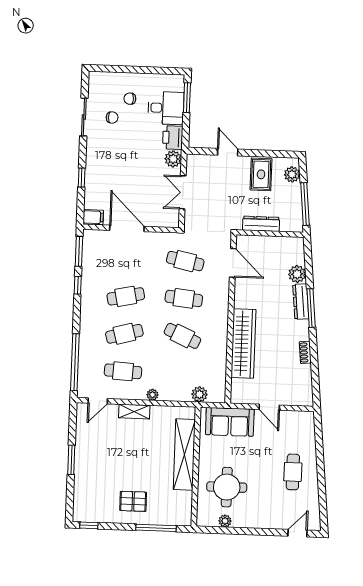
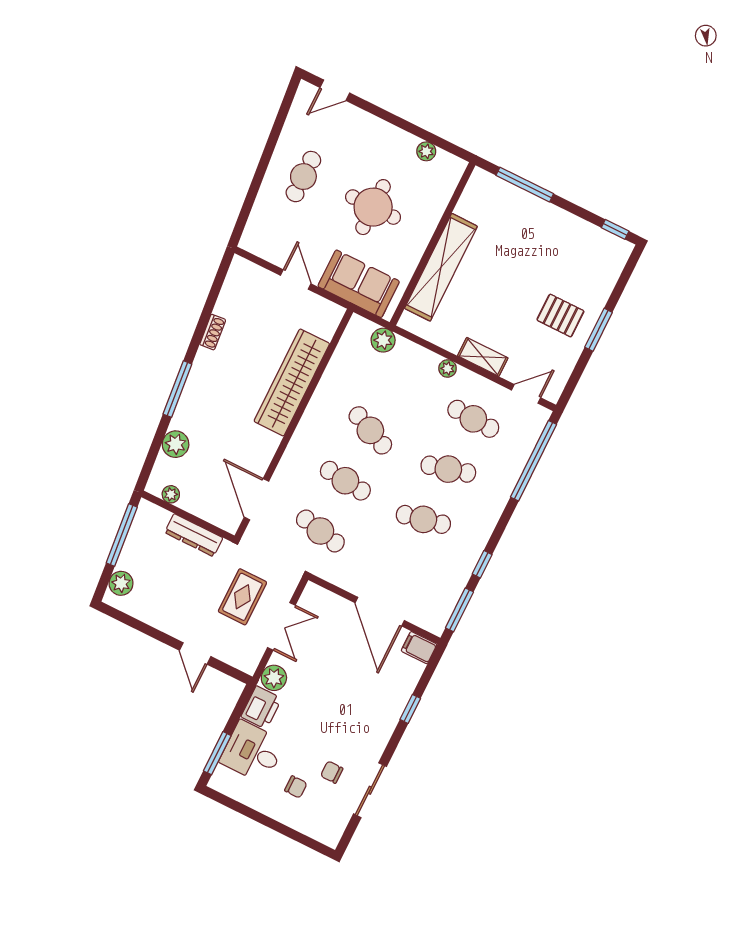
rug: (261, 174) -> (242, 597), moved
plant: (286, 242) -> (171, 494), added
dresser: (301, 302) -> (188, 404), removed
round table: (227, 487) -> (373, 207), moved
pallet: (133, 501) -> (560, 316), moved

